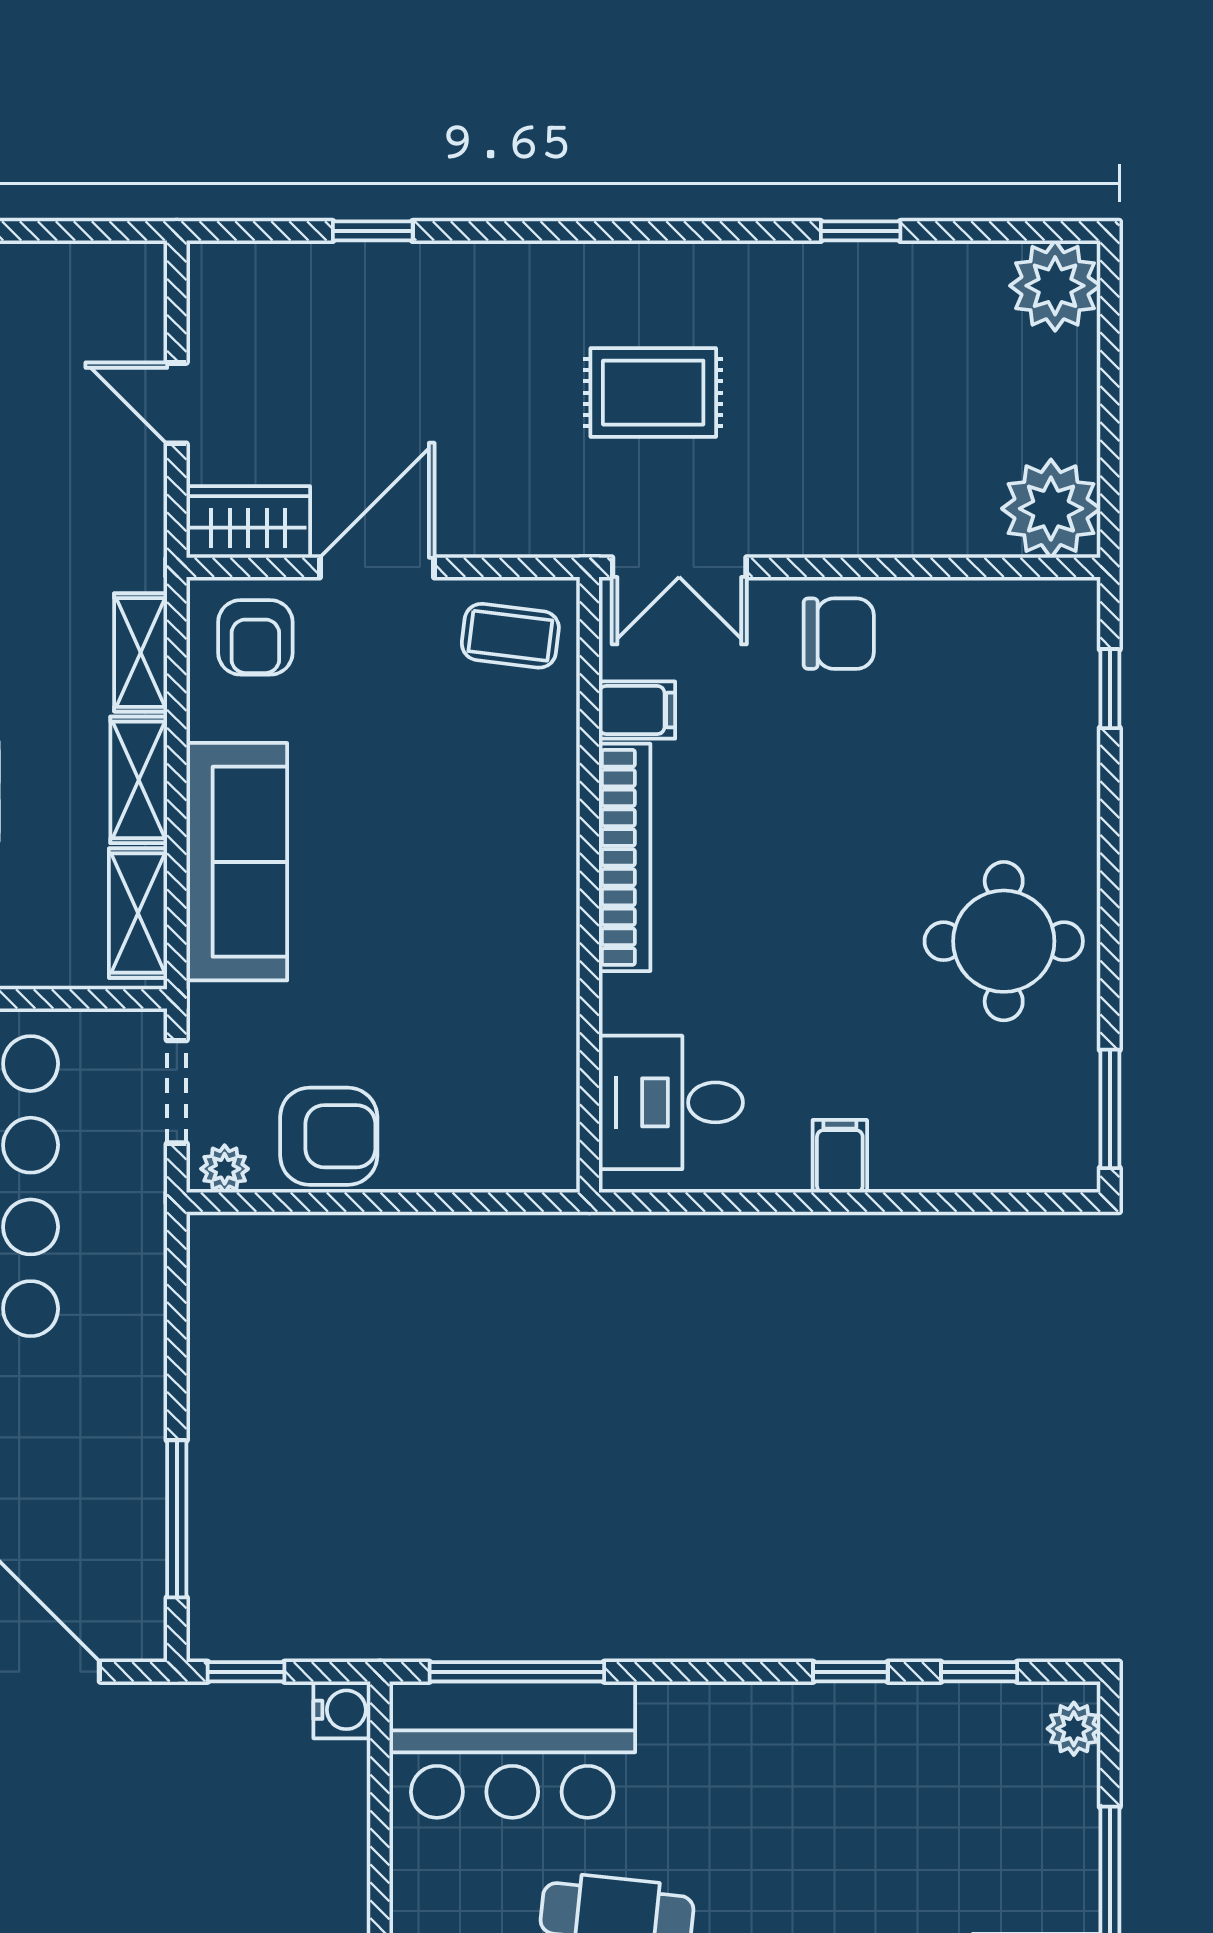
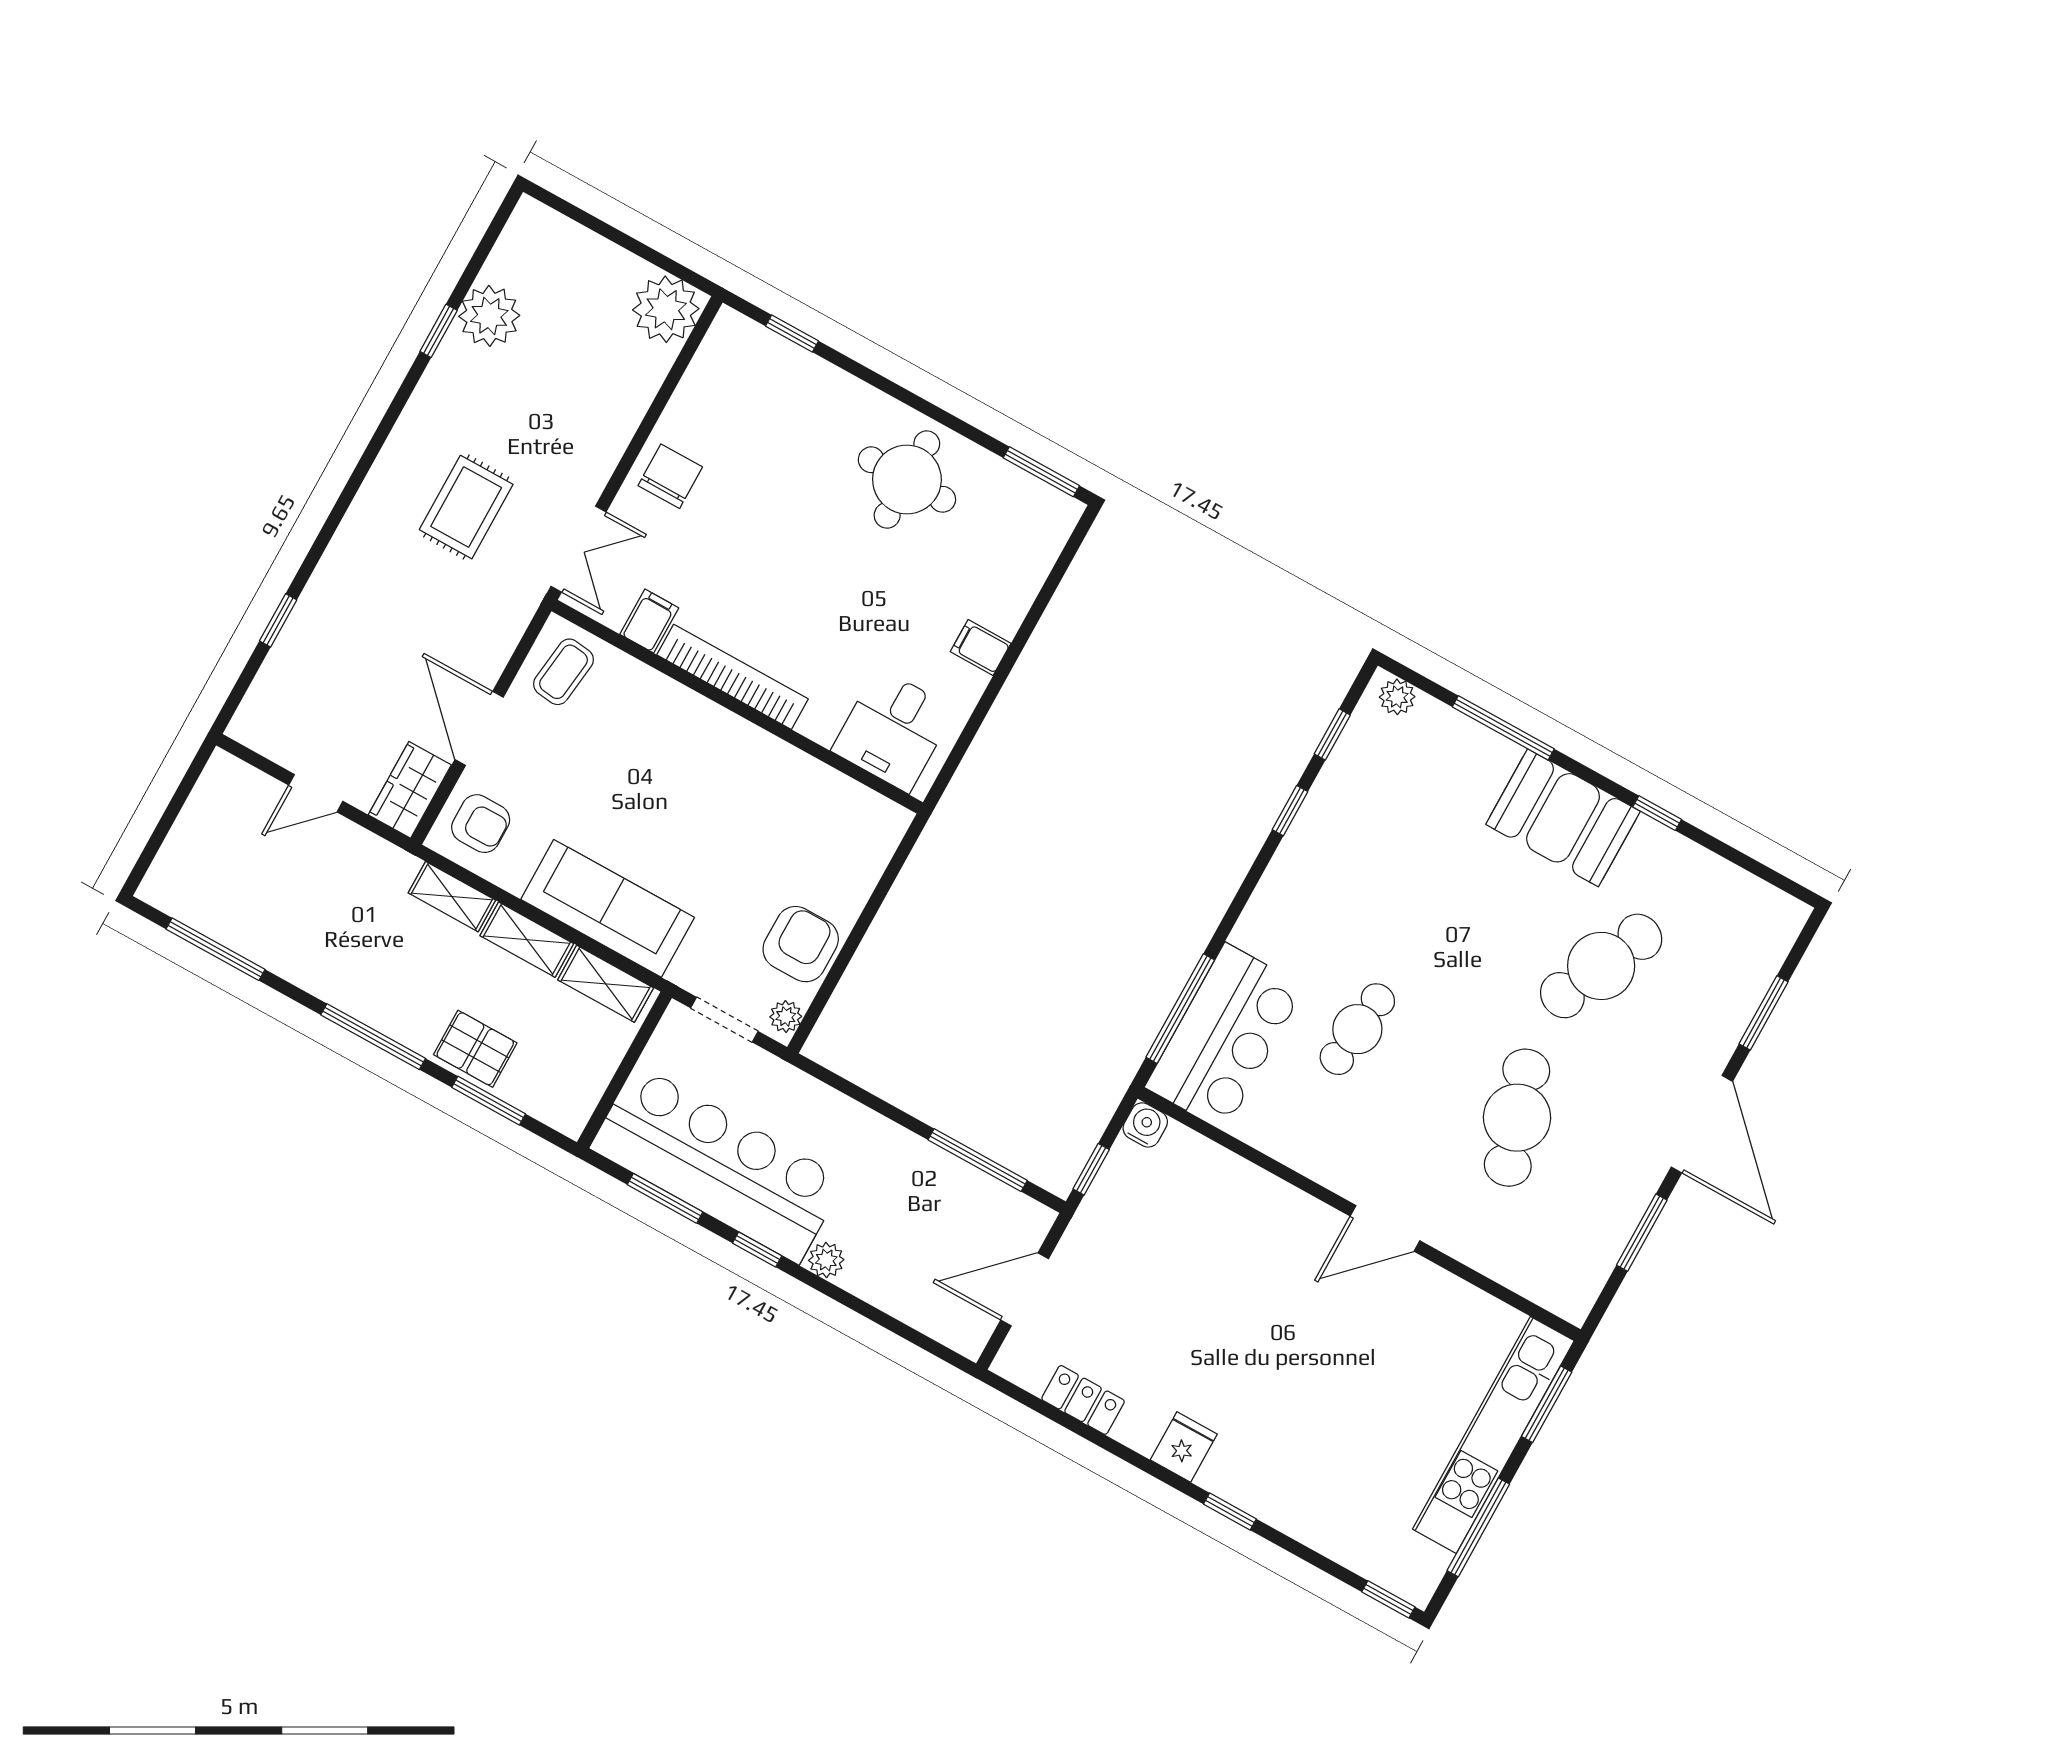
plant: (1055, 286) -> (489, 316), moved

